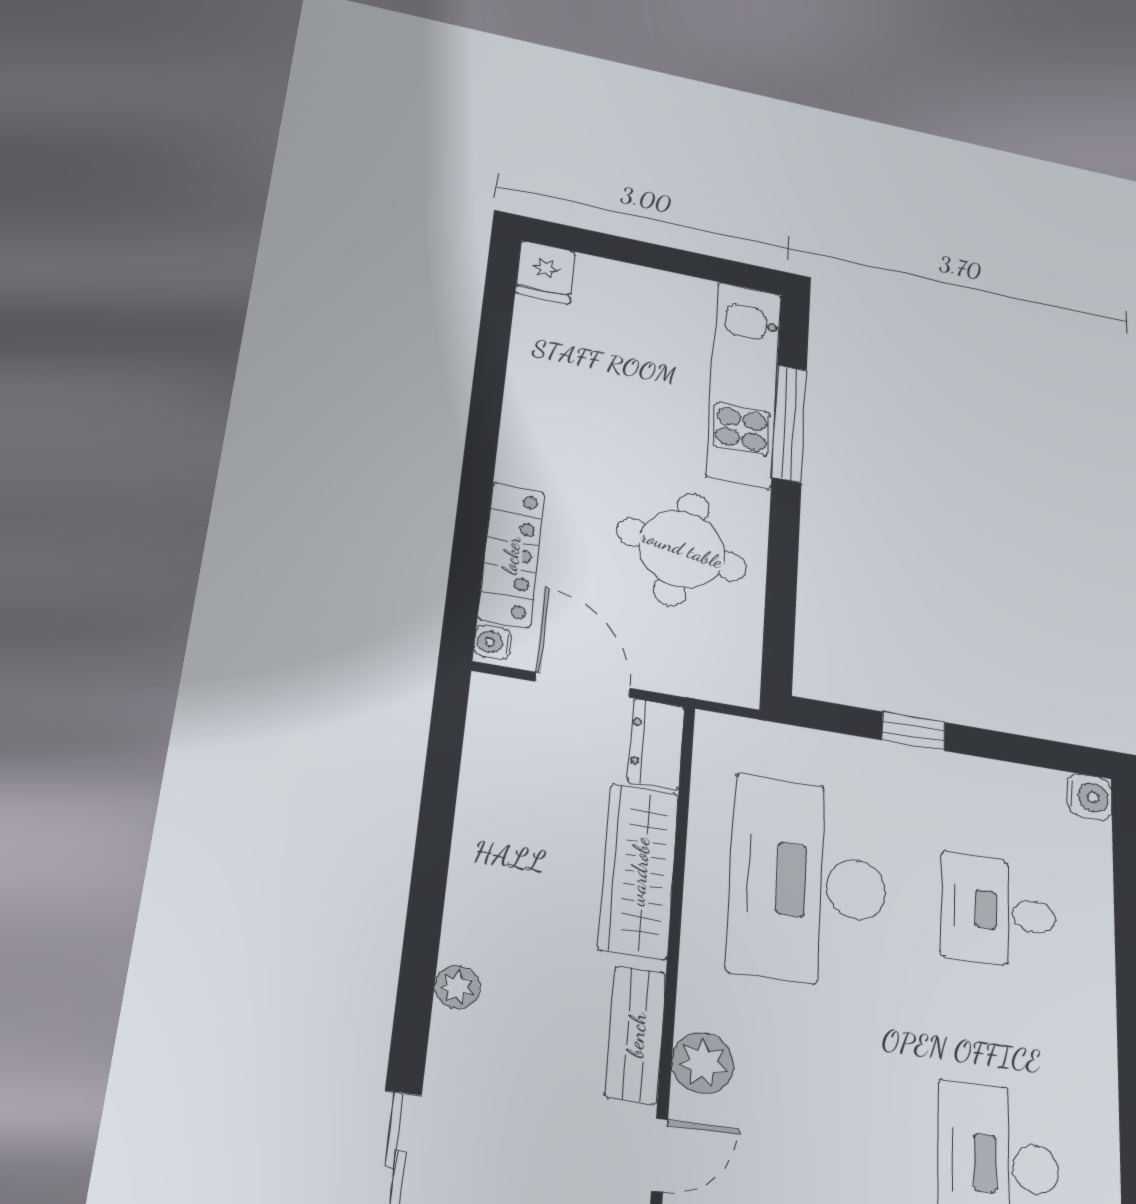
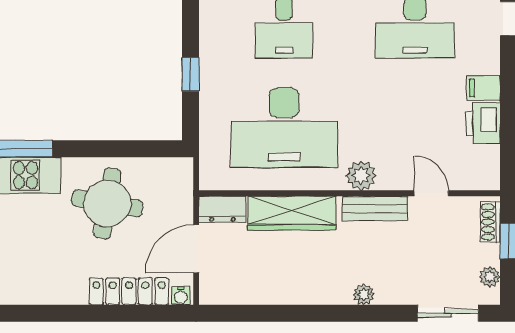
plant: (703, 1063) -> (361, 176), moved

